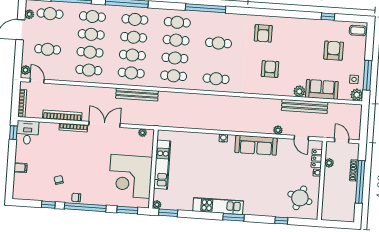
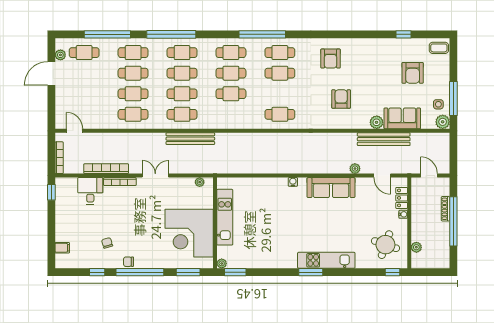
cafe table: (48, 49) -> (84, 94), removed
armchair: (334, 51) -> (413, 73), turned 180
plant: (25, 70) -> (60, 119), removed
cafe table: (174, 76) -> (280, 53), moved
double door: (104, 124) -> (155, 176), width x0.73
desk: (27, 132) -> (90, 191), moved
plant: (329, 163) -> (416, 247), moved
filing cabinet: (20, 168) -> (62, 248), moved
kitchen unit: (218, 206) -> (326, 260), moved
window: (281, 221) -> (393, 272), moved

